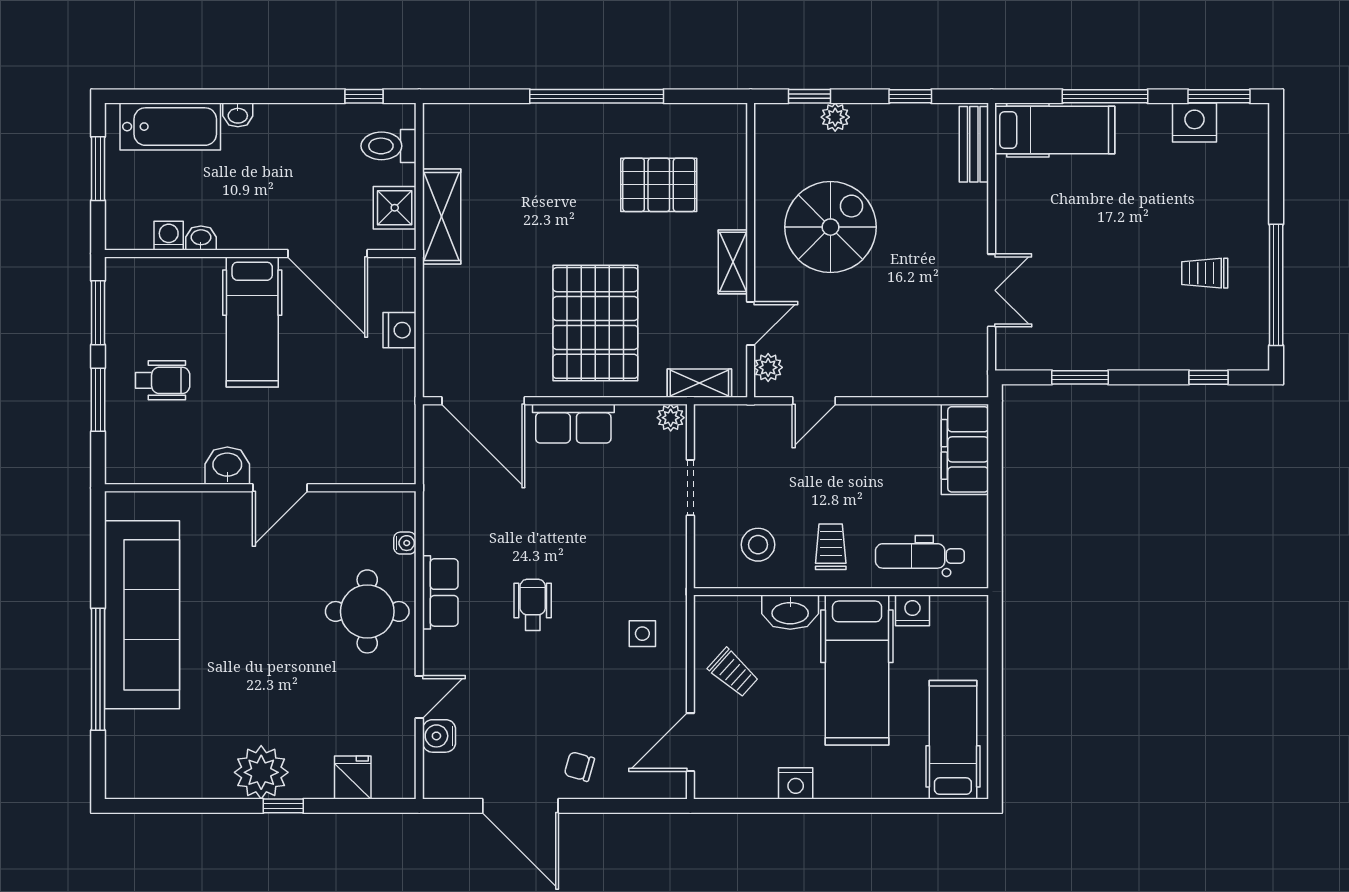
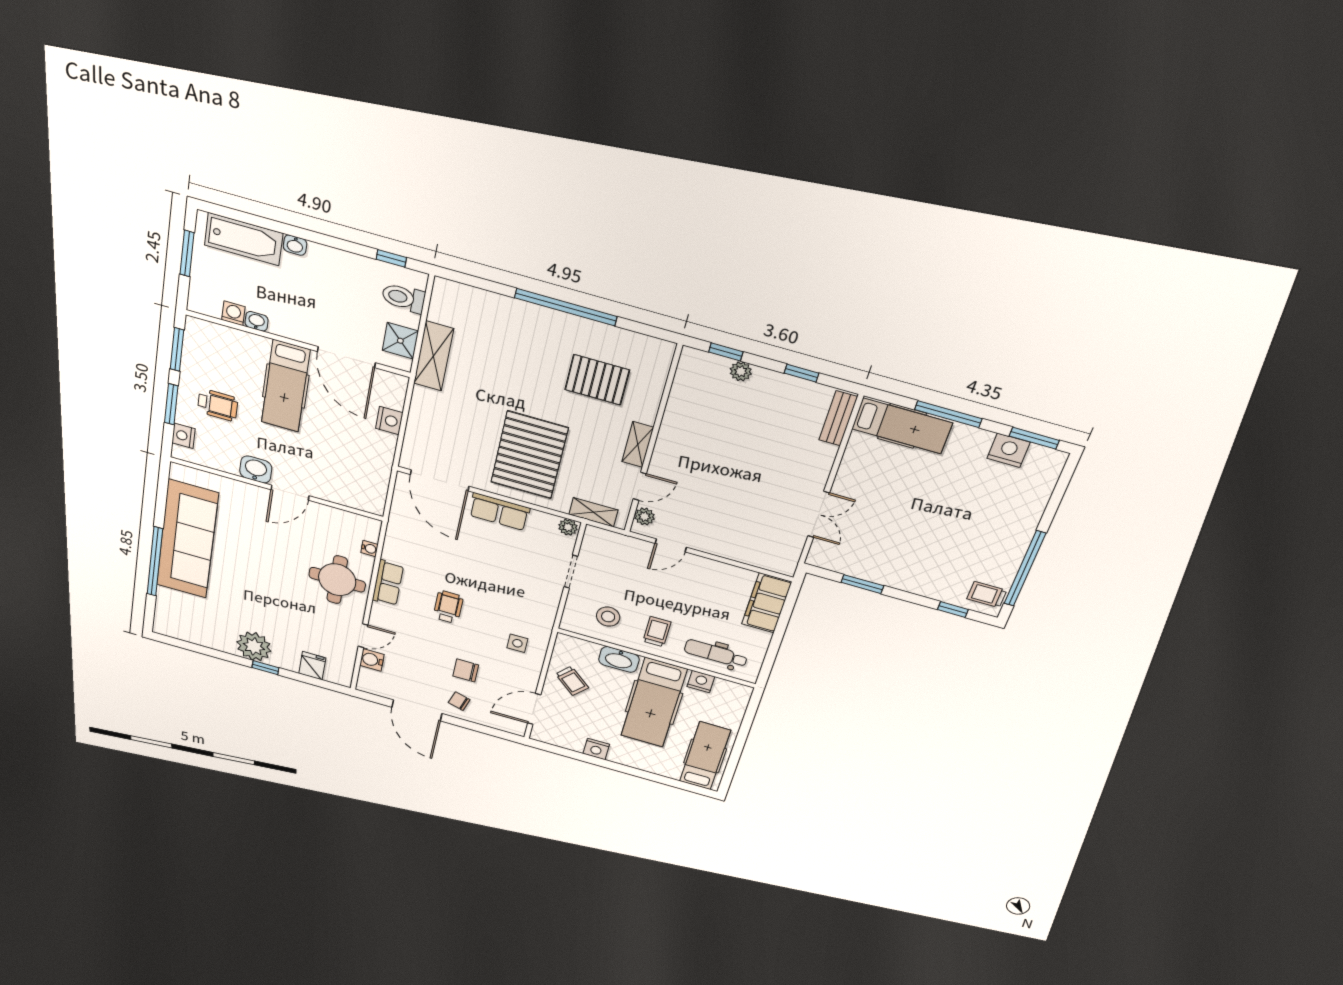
spiral stairs: (830, 227) -> (715, 442), removed
trolley: (1205, 273) -> (987, 595), moved
nightstand: (120, 444) -> (183, 436), added
chair: (578, 707) -> (466, 670), added

